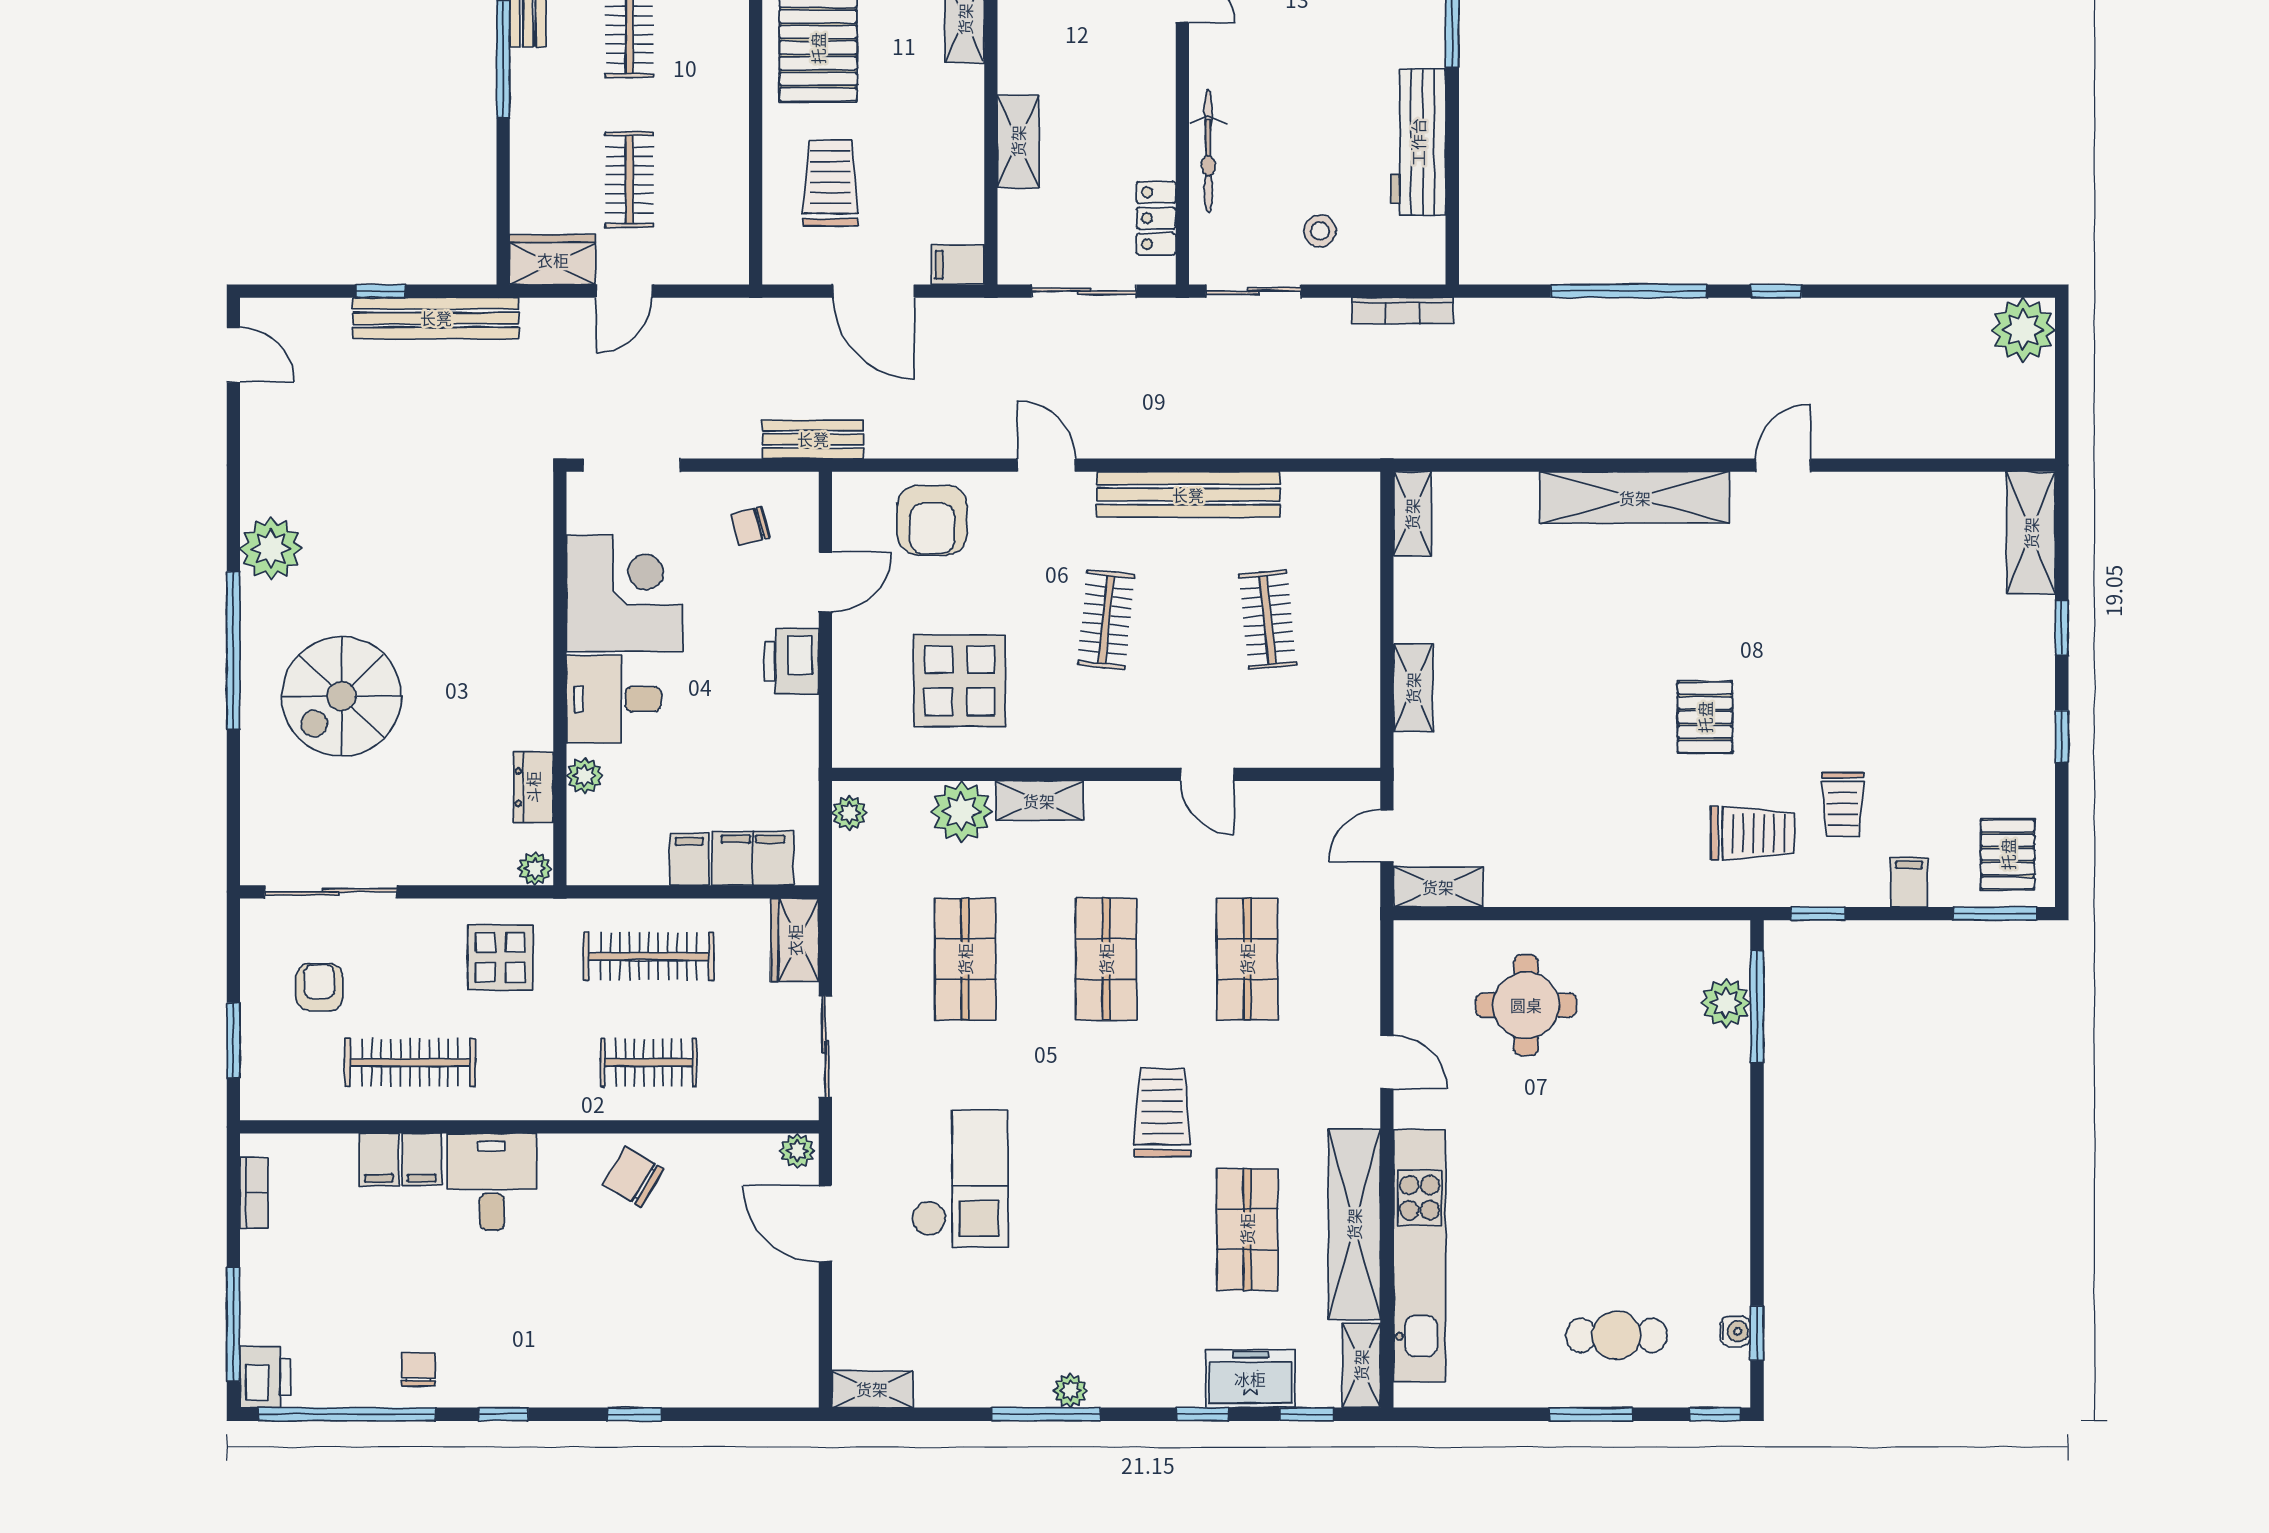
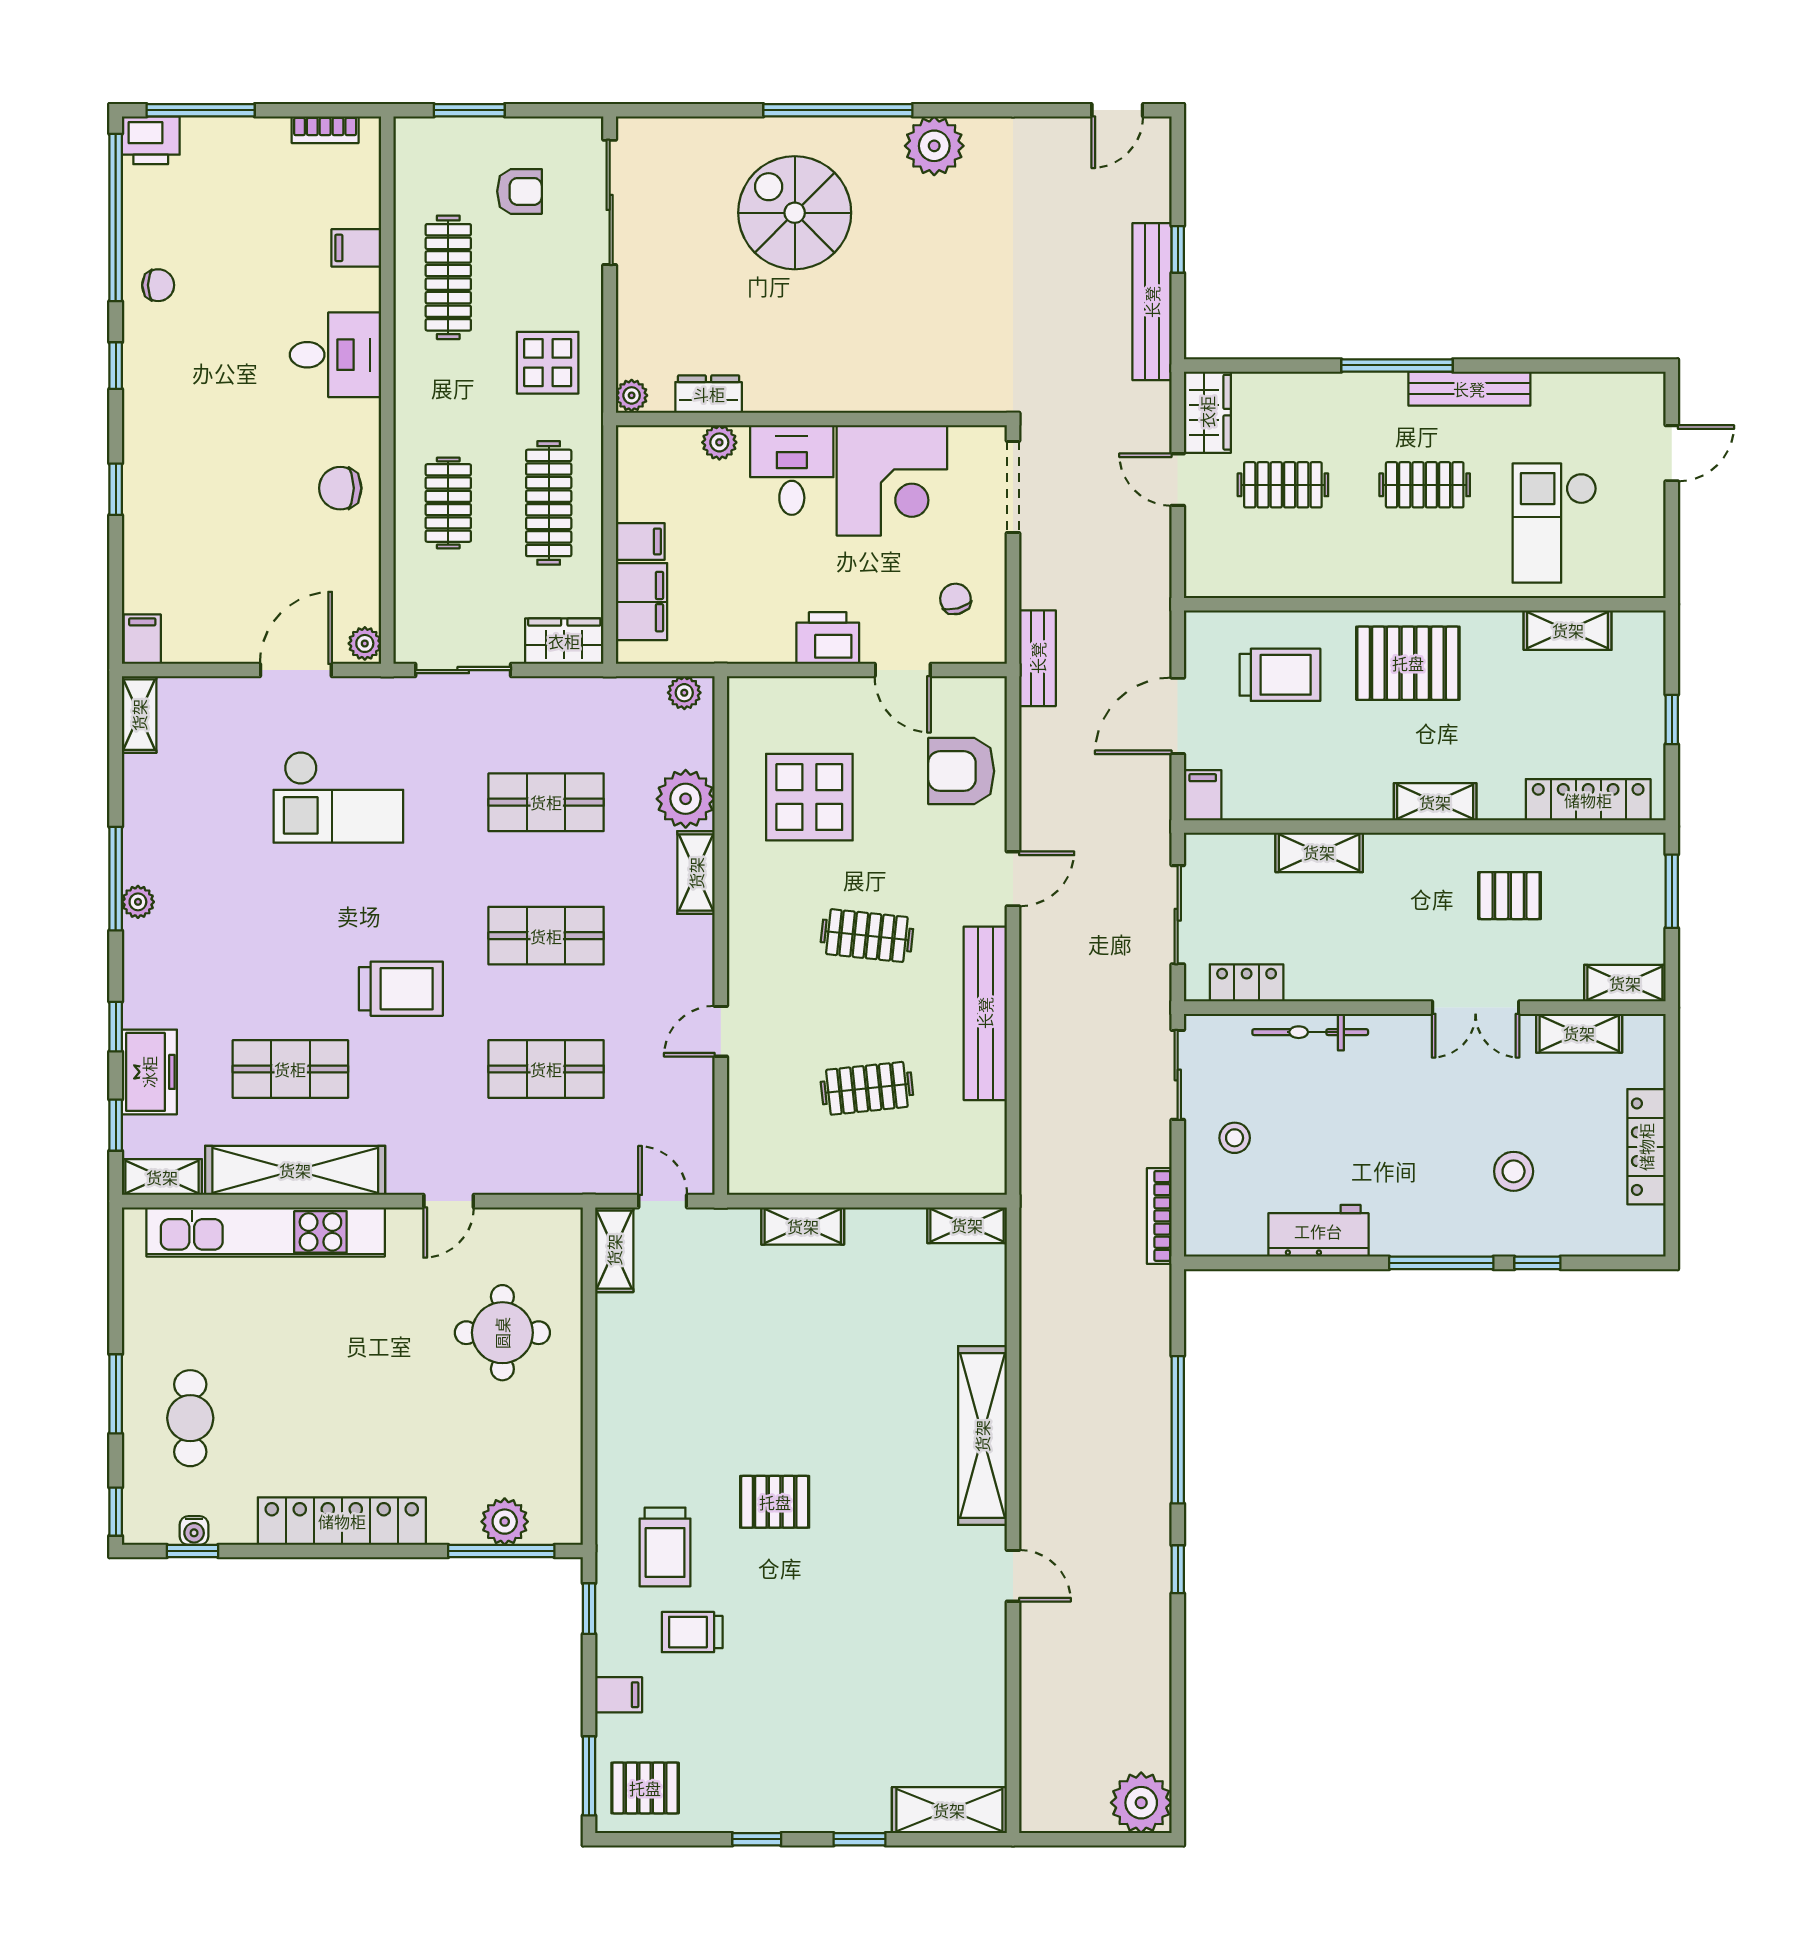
workbench: (1418, 142) -> (1318, 1231), width x0.73
filing cabinet: (422, 1160) -> (142, 639), moved, turned 90
locker: (1725, 1175) -> (342, 1521), added
chair: (633, 1177) -> (340, 488), turned -121

